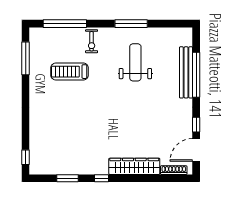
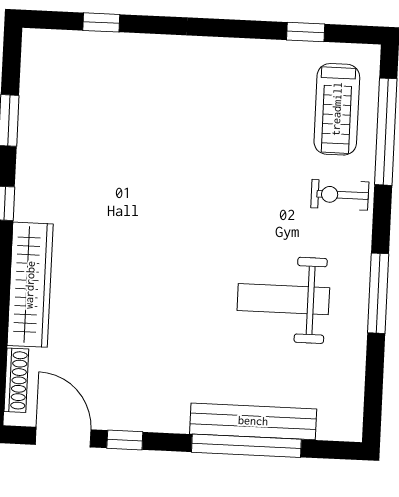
window: (26, 58) -> (306, 32), width x0.46
weight bench: (135, 62) -> (283, 299), turned 180
treadmill: (70, 72) -> (337, 109), moved, turned 180
window: (26, 157) -> (101, 22), moved

